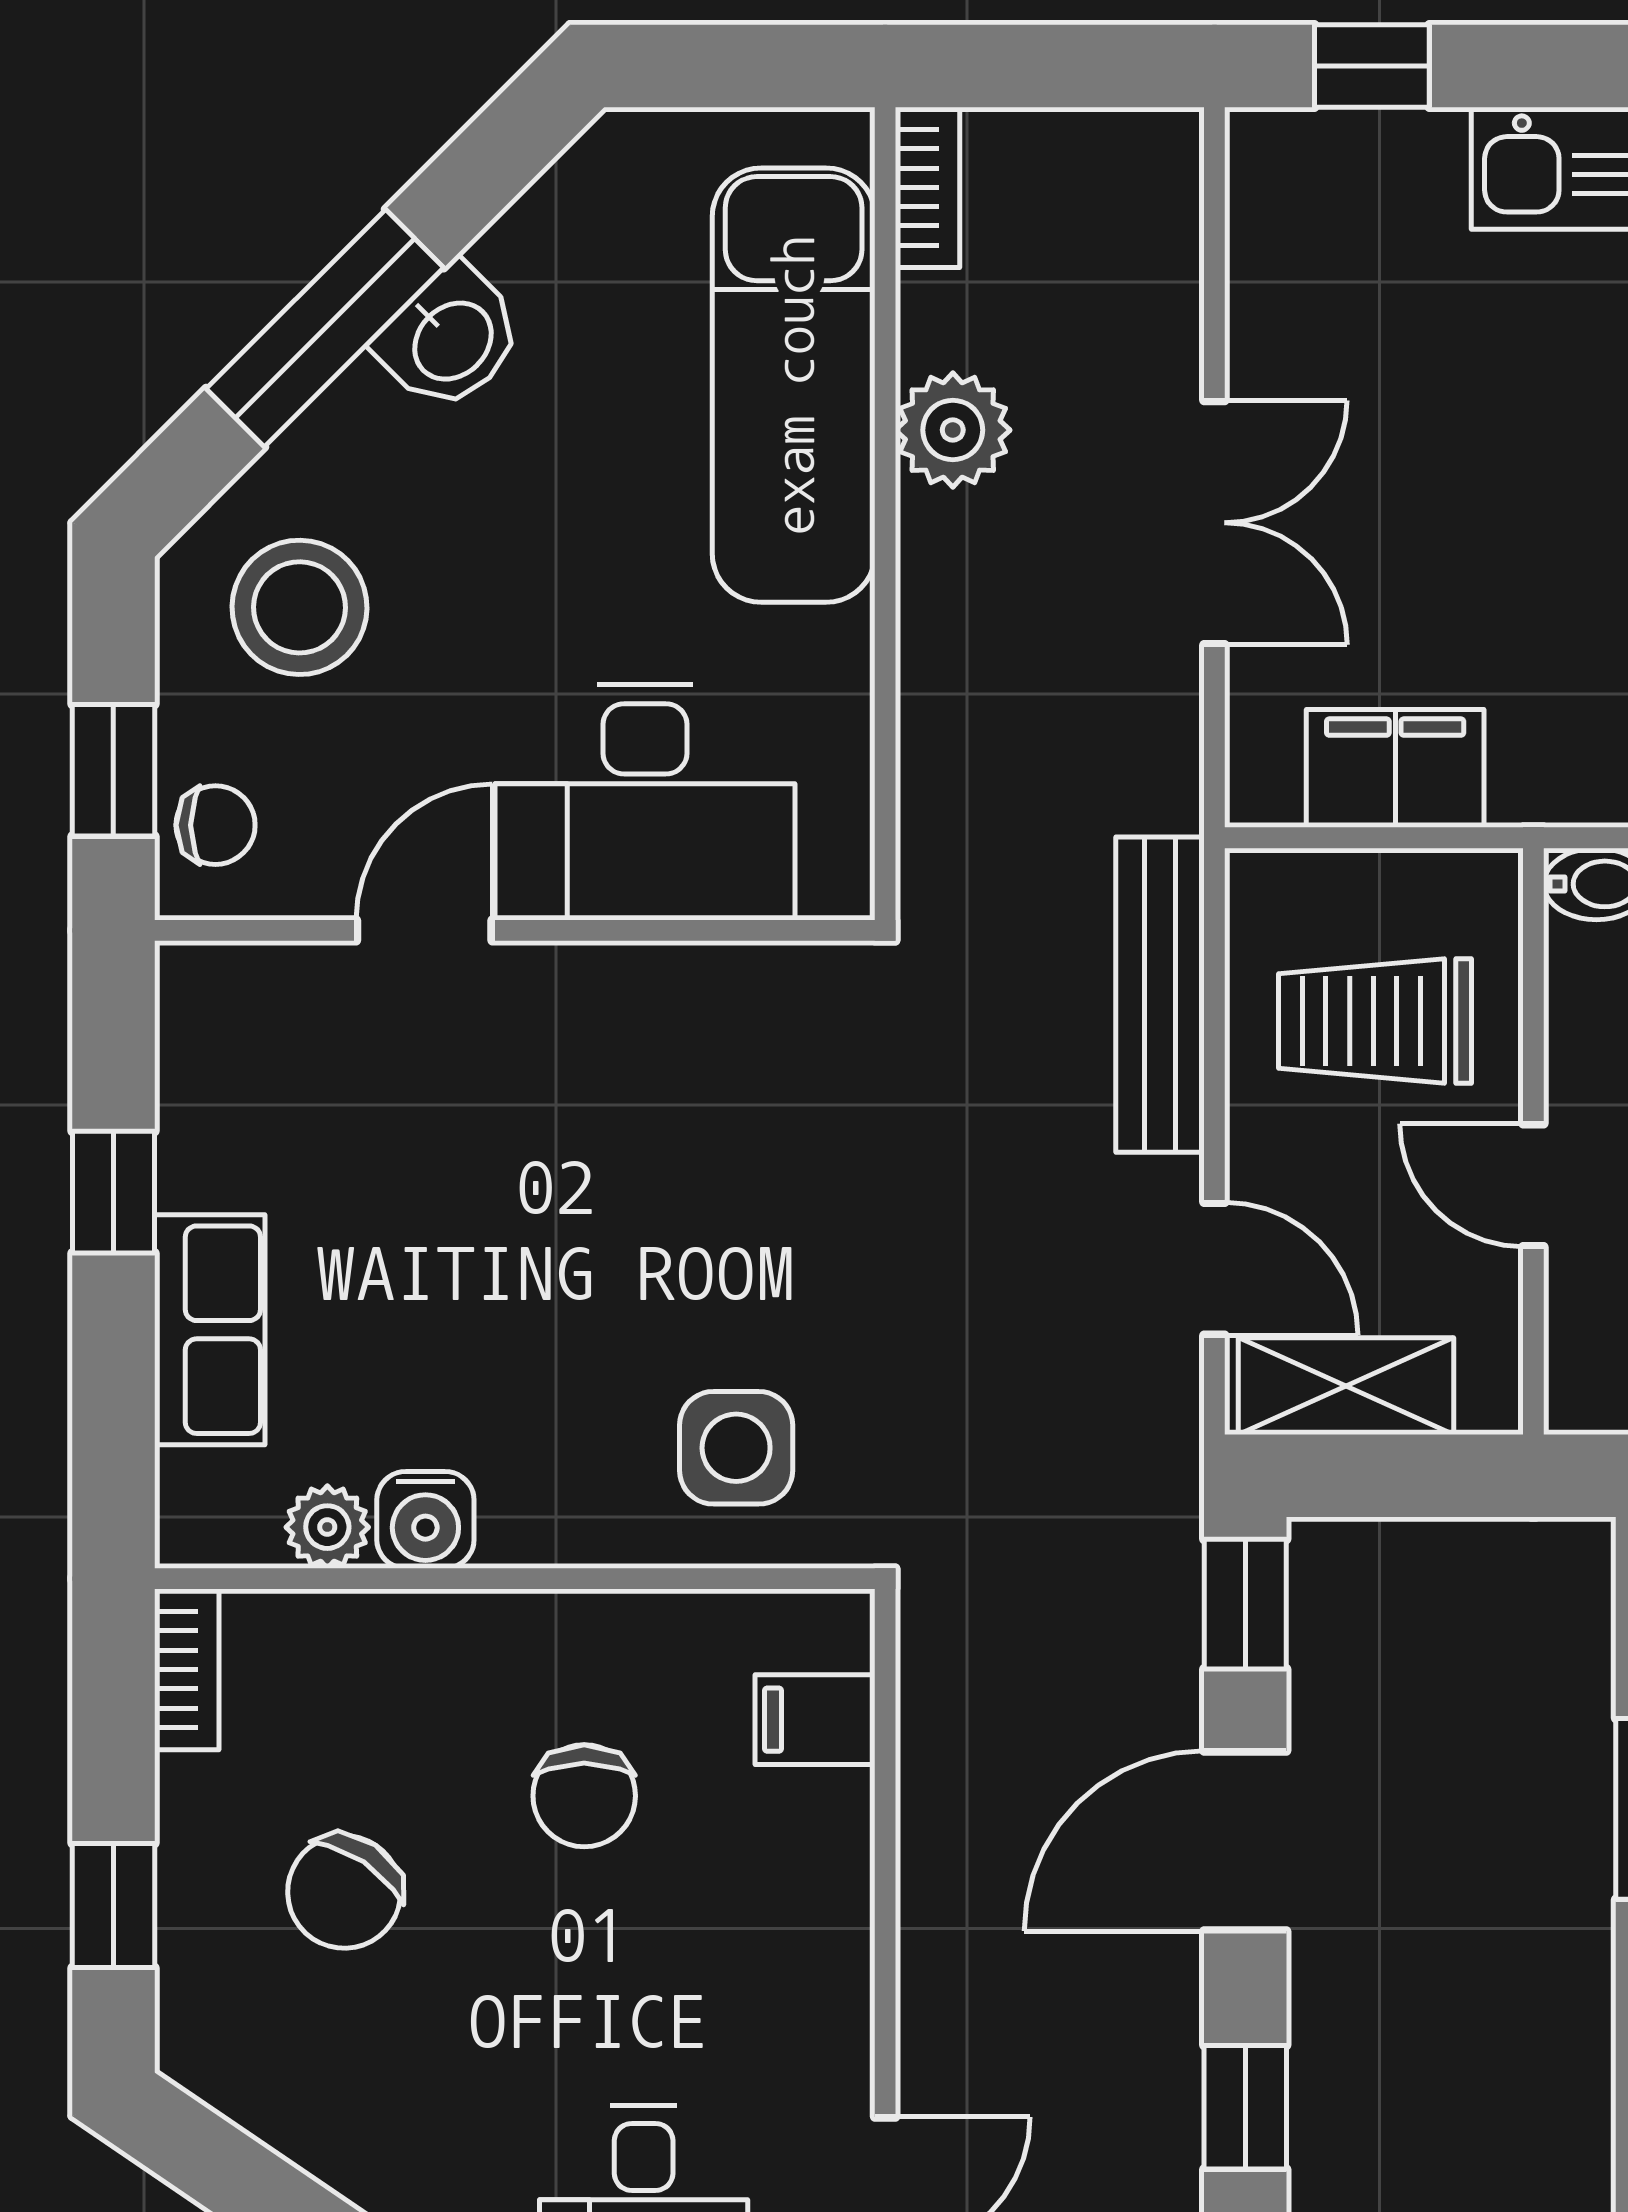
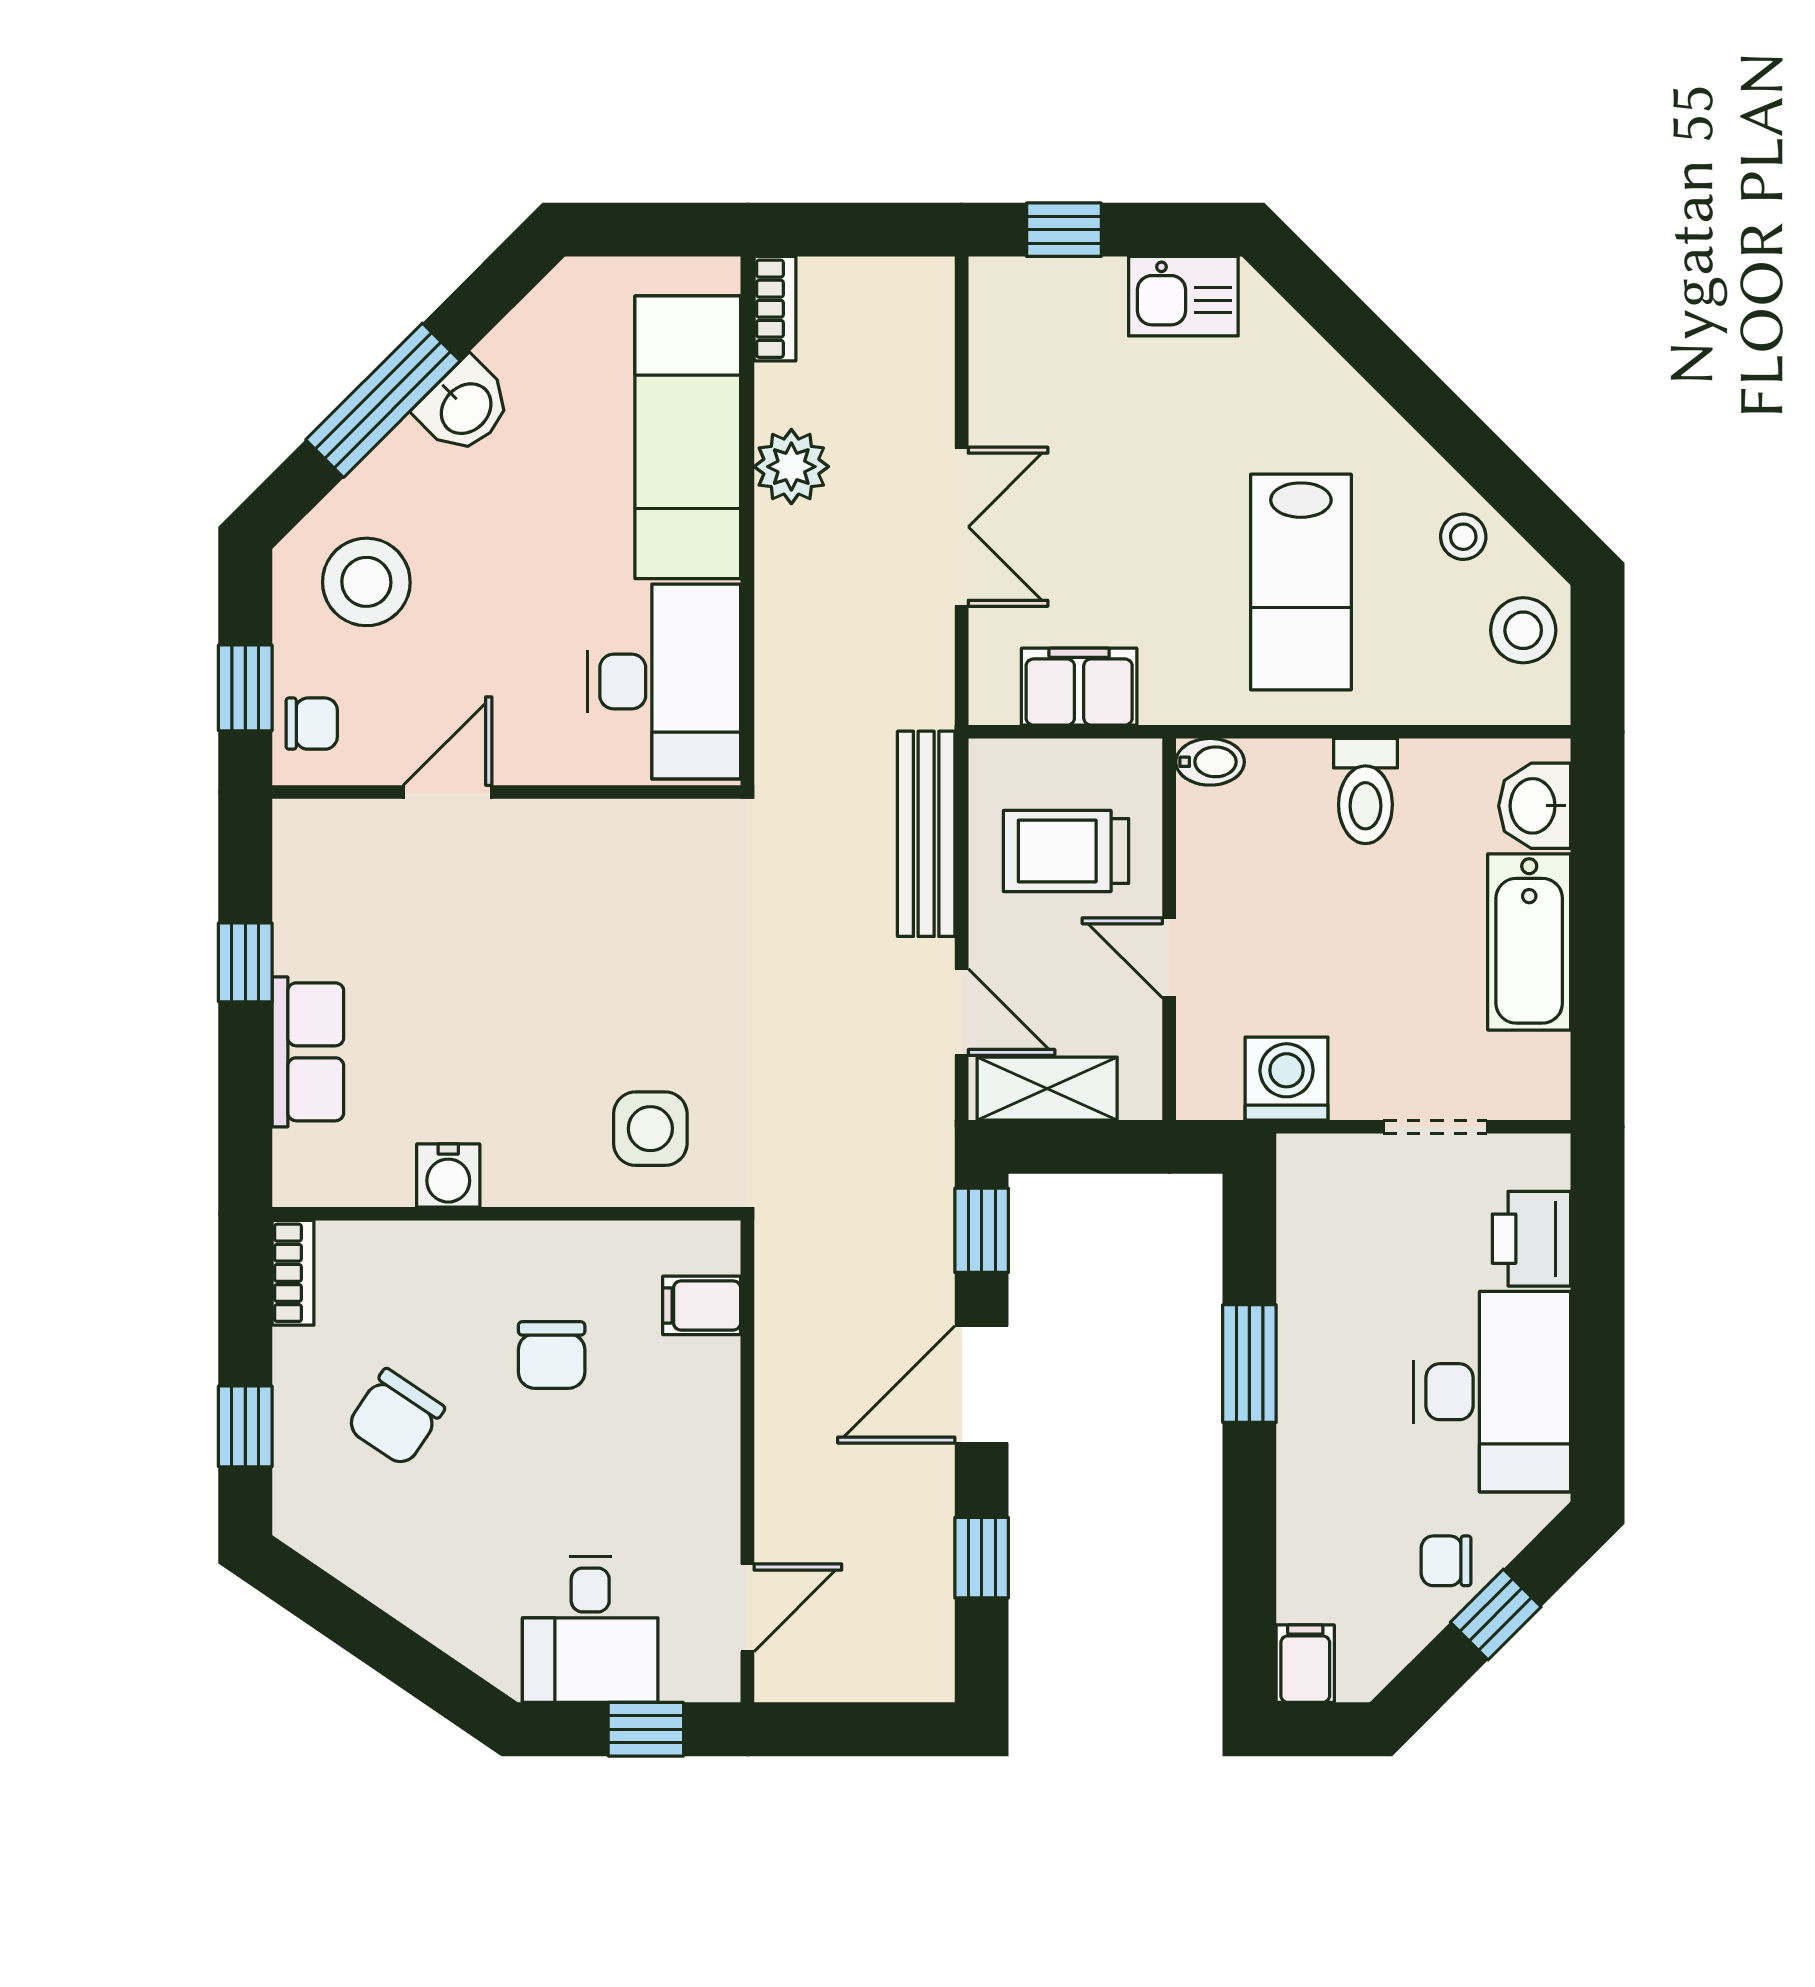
desk: (645, 802) -> (664, 682), moved, turned -90
plant: (327, 1527) -> (384, 1180), removed

